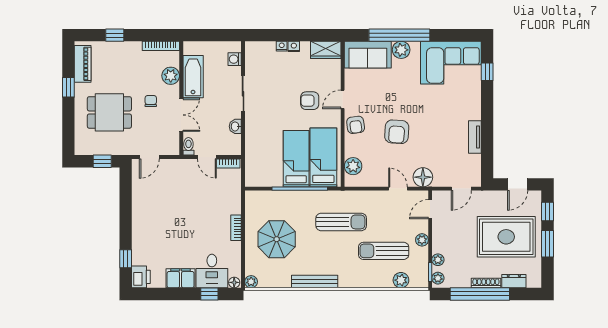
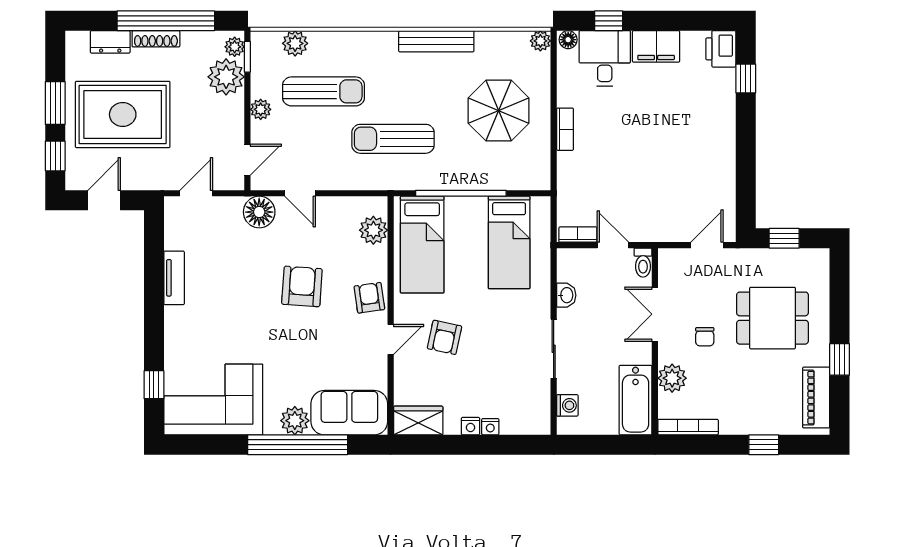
bathtub: (193, 77) -> (636, 400), moved
armchair: (310, 101) -> (444, 337), turned 102
bed: (296, 159) -> (509, 242), moved
plant: (438, 260) -> (226, 77), width x1.88, depth x1.88

